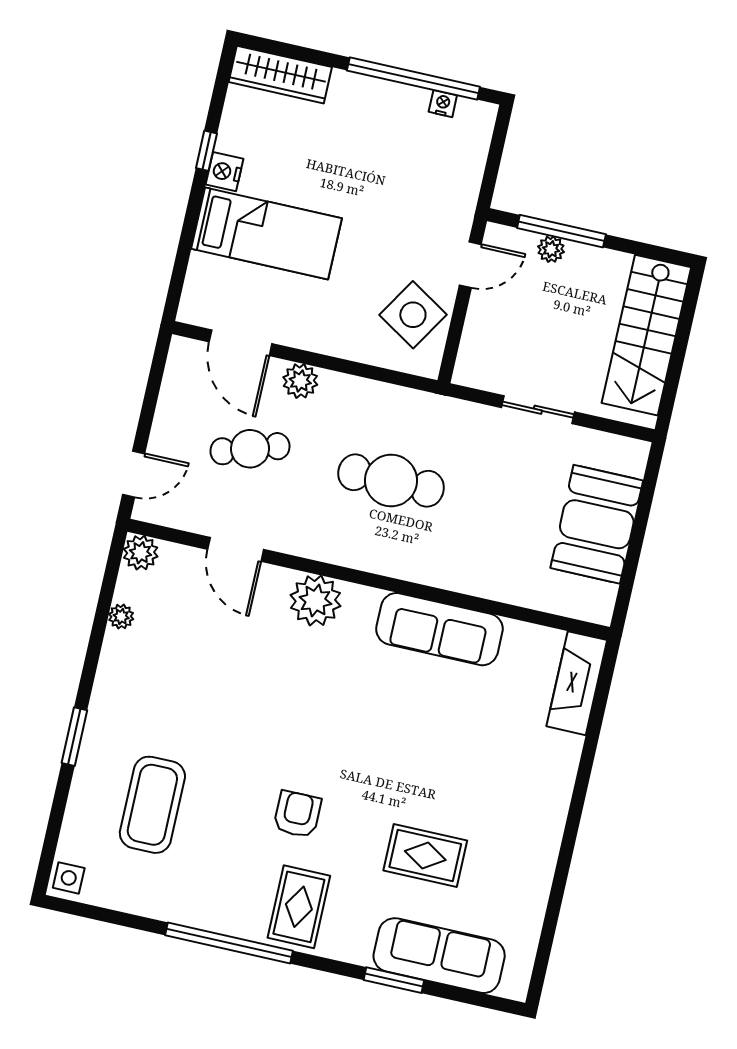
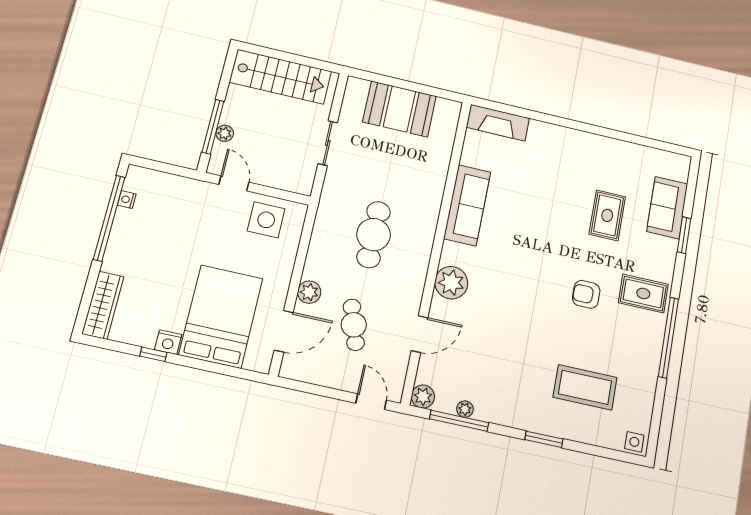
bed: (266, 233) -> (221, 316), width x1.50
side table: (413, 315) -> (266, 220), turned -32
window: (104, 607) -> (459, 421), added
sofa: (439, 956) -> (667, 208), width x0.73

